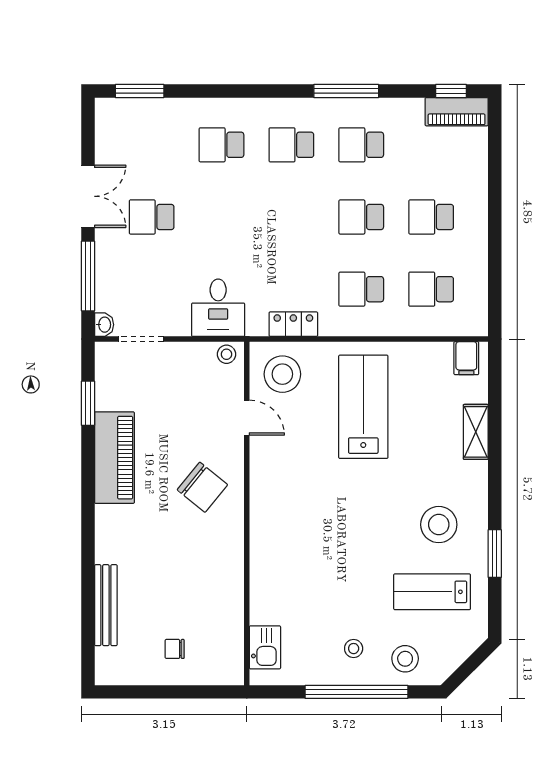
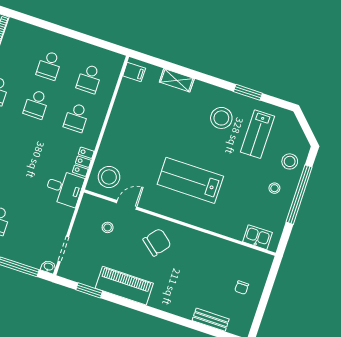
desk: (218, 308) -> (64, 188), moved
stool: (226, 354) -> (108, 227), moved
lab bench: (363, 407) -> (190, 180), moved
bench: (106, 605) -> (211, 320), width x0.73

